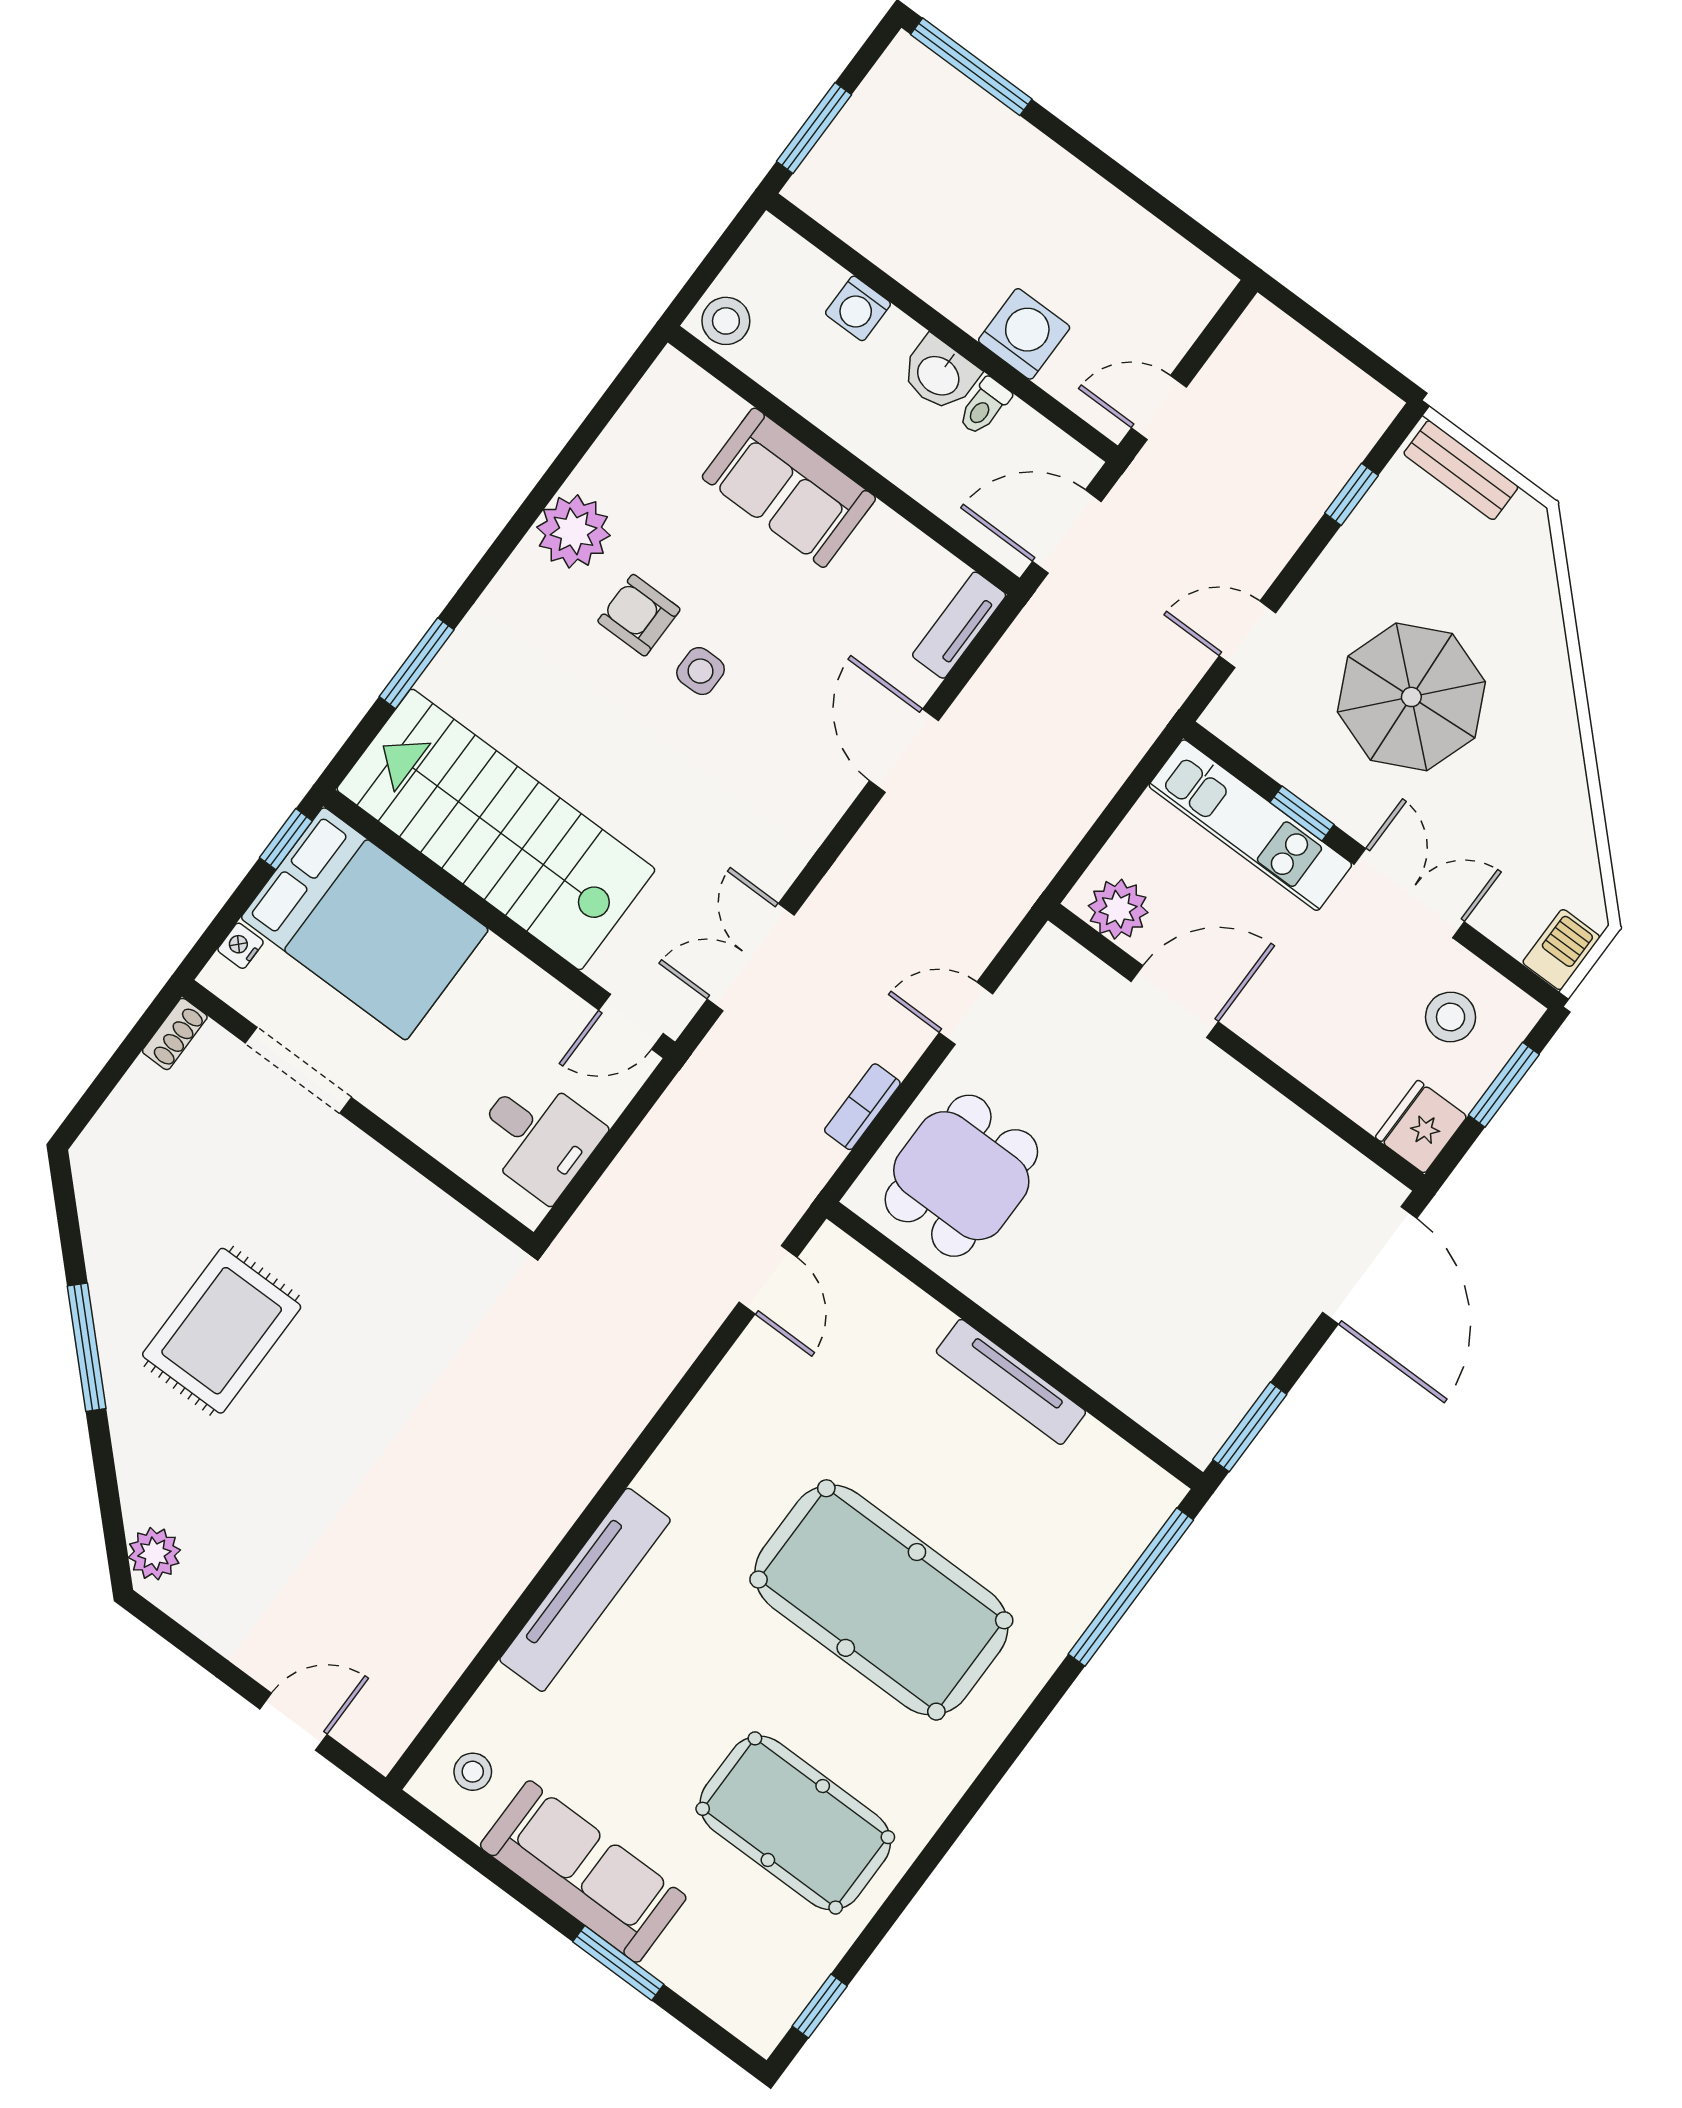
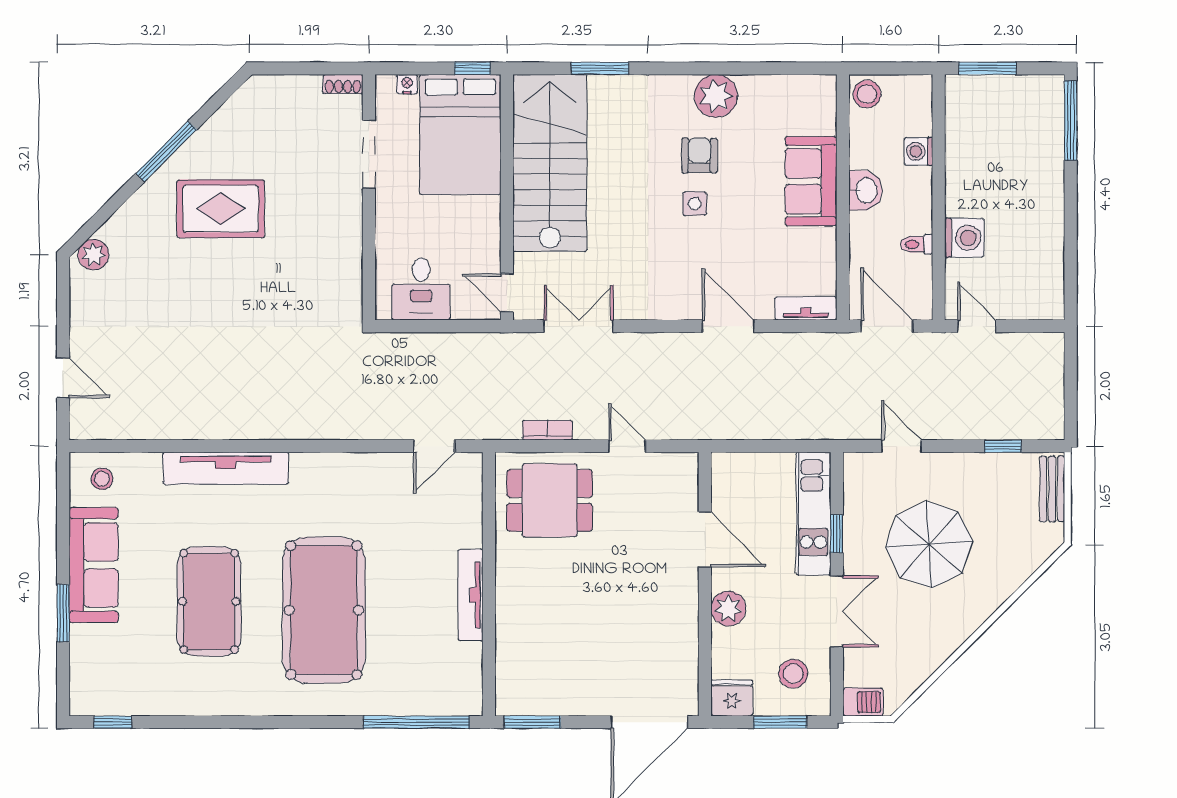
washbasin: (939, 374) -> (865, 190), moved, turned 180
door: (904, 751) -> (728, 326), hinge flipped
plant: (1118, 909) -> (728, 609), moved
pool table: (795, 1823) -> (209, 601), moved

